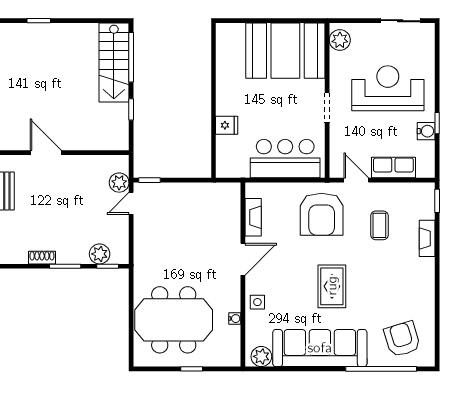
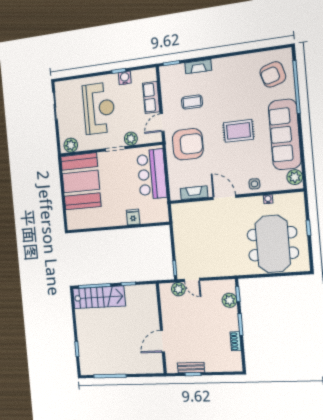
reception desk: (388, 88) -> (99, 108), turned 180
plant: (339, 132) -> (131, 139), added

